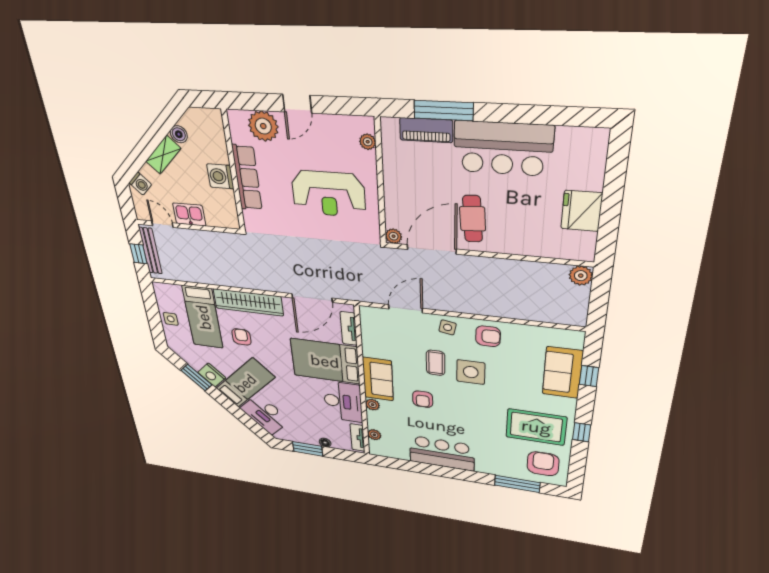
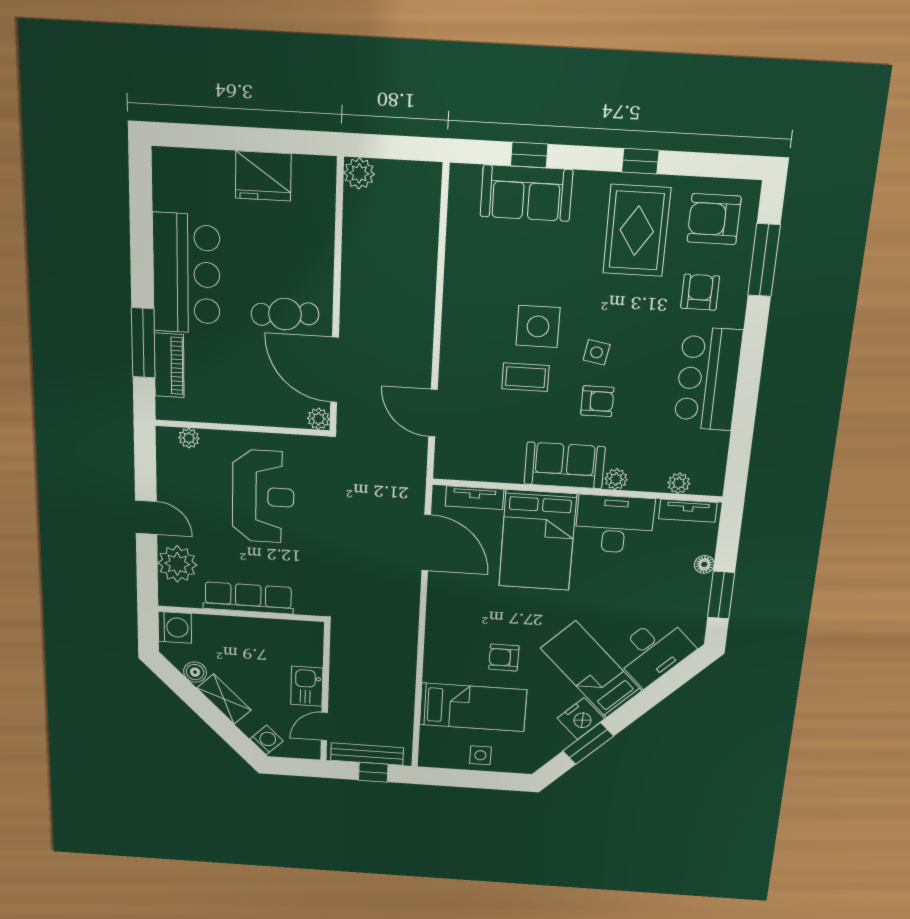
washing machine: (220, 176) -> (175, 627), moved, turned -90
wardrobe: (248, 302) -> (441, 635), removed
side table: (448, 327) -> (596, 352), moved
armchair: (488, 336) -> (700, 292), moved

